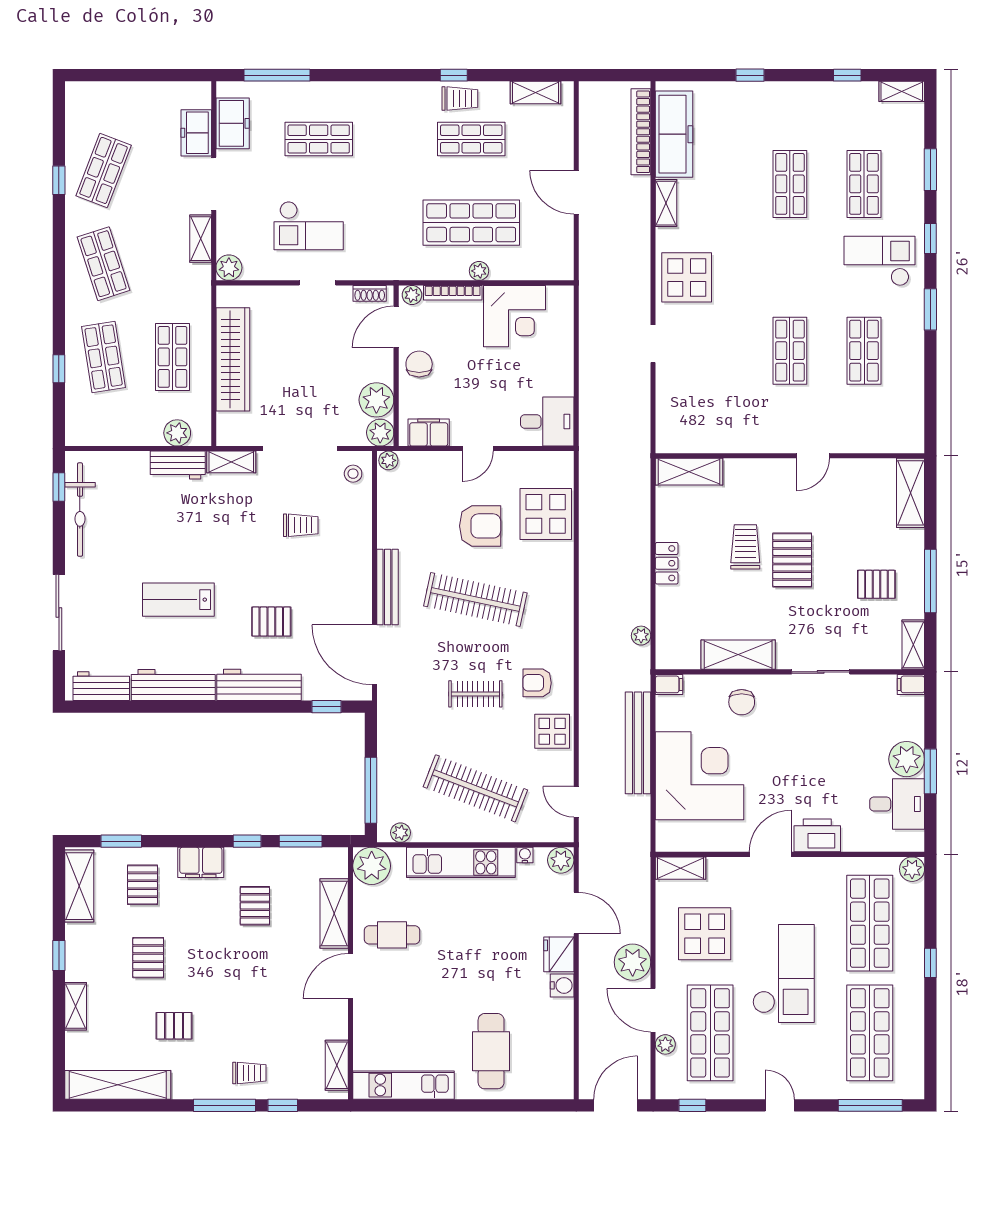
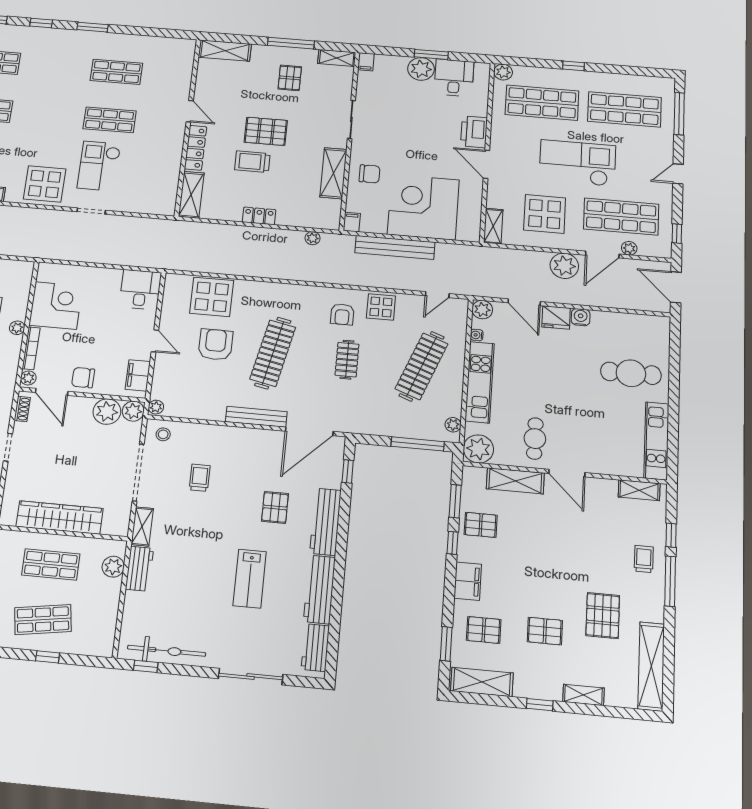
checkout: (879, 261) -> (99, 166), moved
locker: (759, 470) -> (195, 148), added
pallet: (255, 906) -> (481, 525), moved
door: (576, 913) -> (524, 302), swing flipped
pallet: (174, 1026) -> (603, 616), width x1.50, depth x1.42

